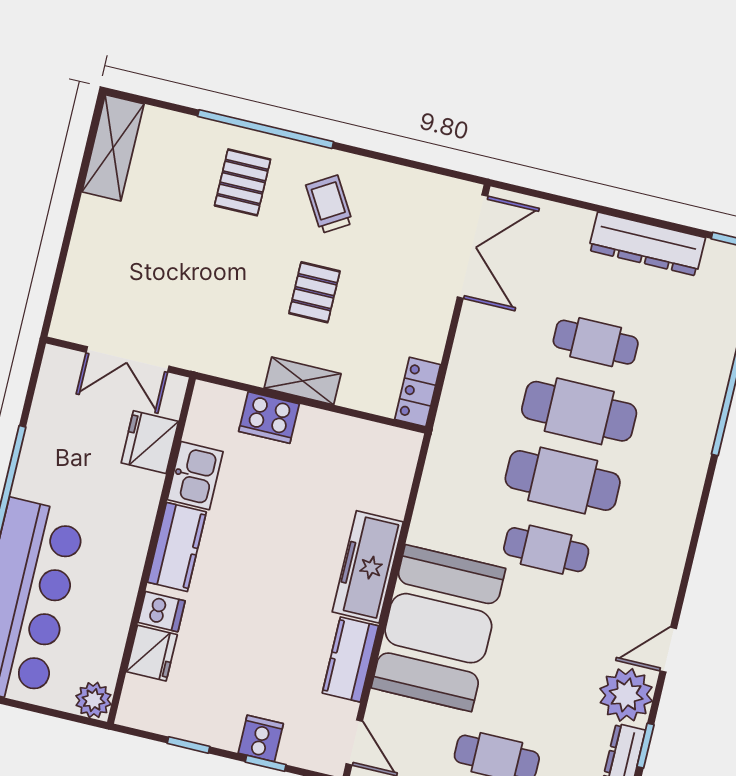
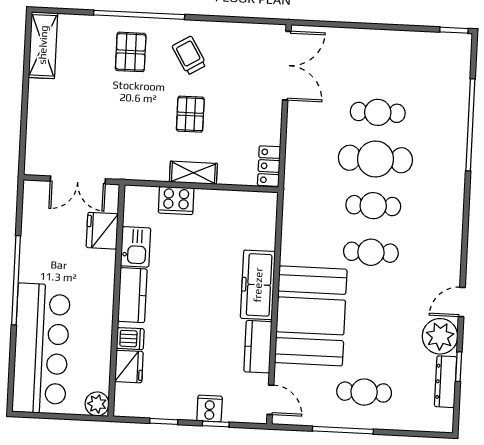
dresser: (647, 244) -> (399, 43), removed
cafe table: (563, 480) -> (373, 206), width x0.73, depth x0.74

